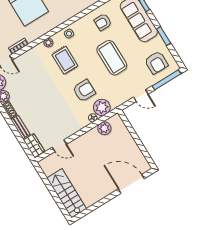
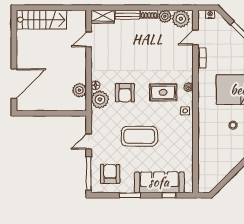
armchair: (103, 22) -> (177, 148), removed
armchair: (156, 63) -> (110, 174), turned 90

